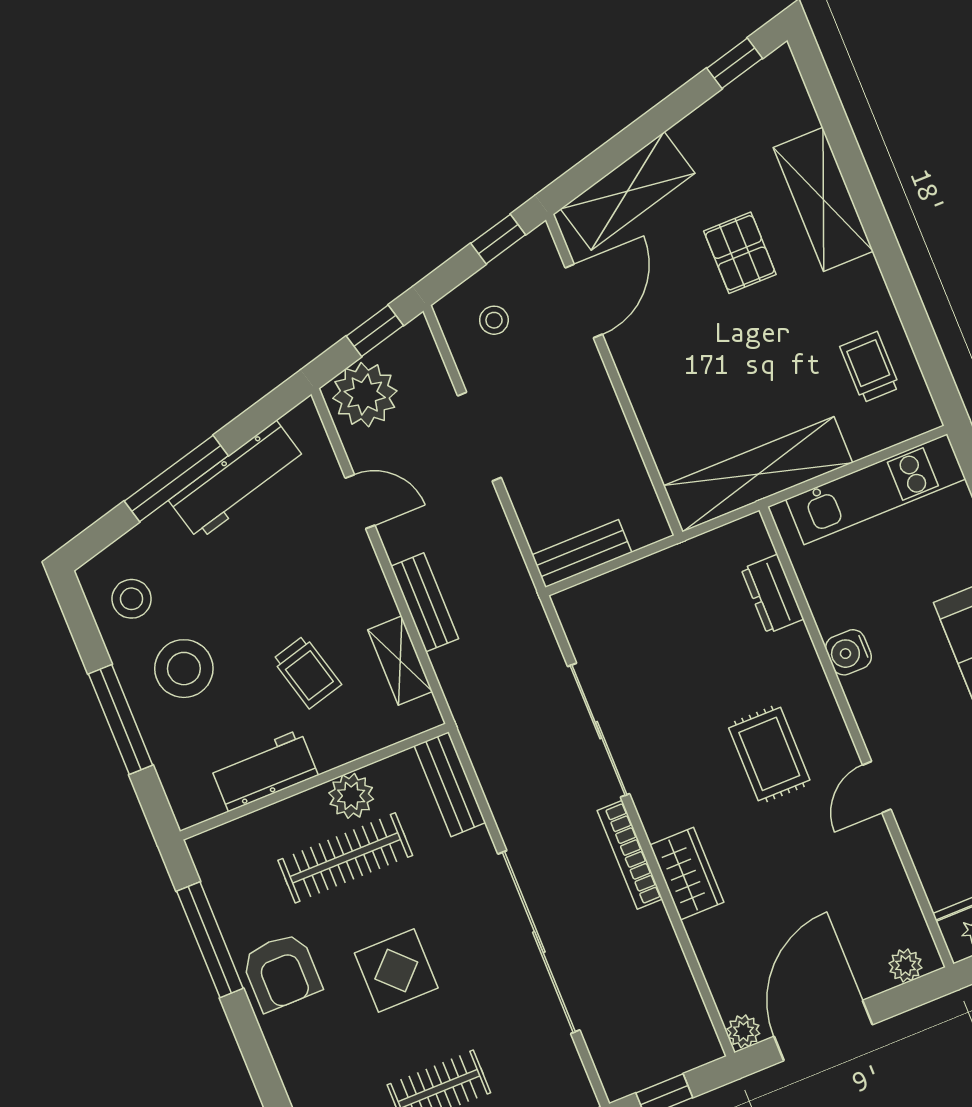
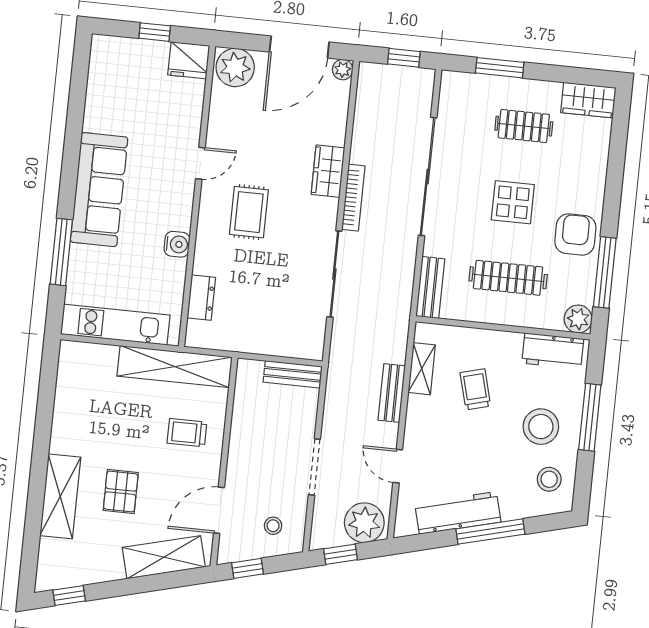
trolley: (870, 367) -> (187, 433), moved, turned 90
workbench: (264, 770) -> (553, 351), moved
plant: (351, 796) -> (578, 319), moved
plant: (906, 965) -> (235, 67), width x1.88, depth x1.88

